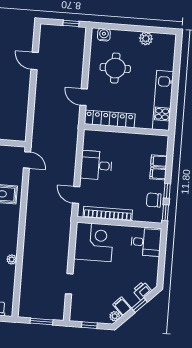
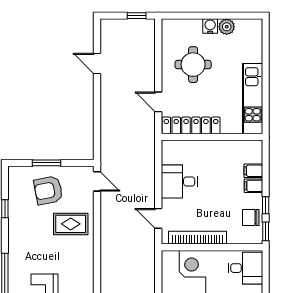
water cooler: (104, 35) -> (210, 26), moved

